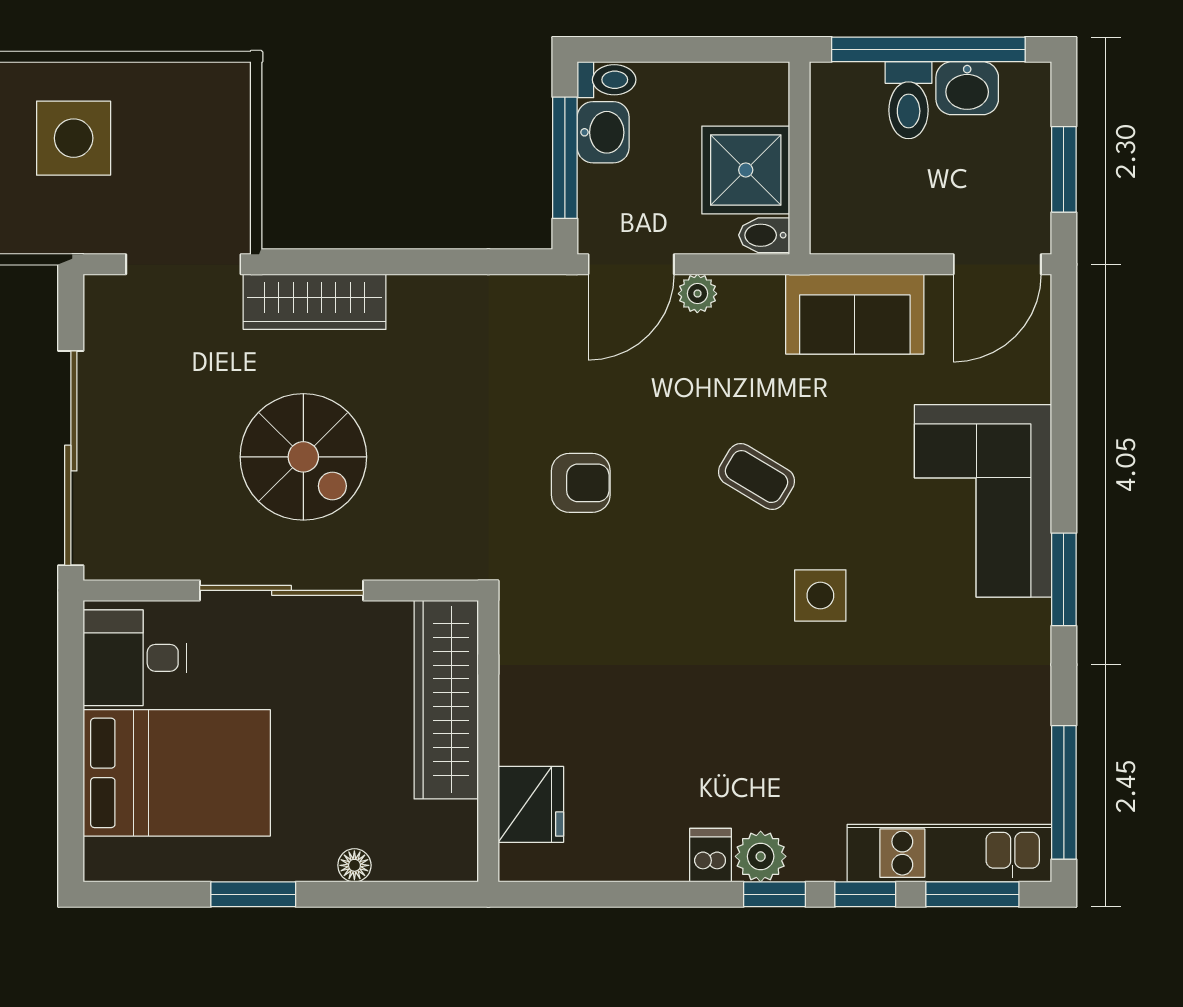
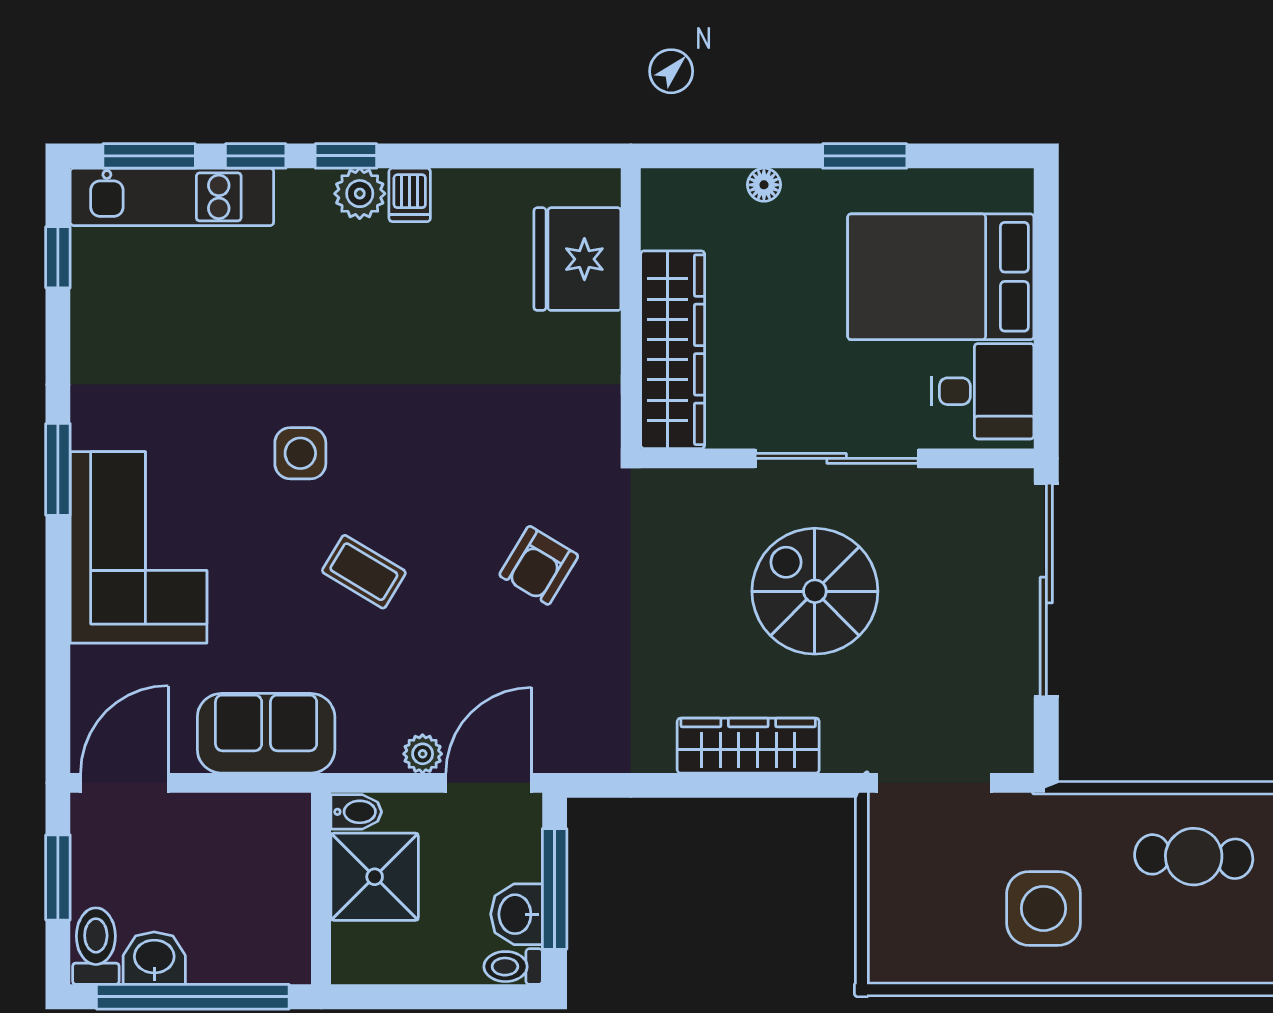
toilet: (909, 100) -> (96, 946), moved
wardrobe: (315, 302) -> (748, 746), moved
armchair: (581, 483) -> (539, 565), turned -59
window: (1064, 792) -> (58, 257), width x0.46
fridge: (531, 804) -> (577, 259), width x1.36, depth x1.34

